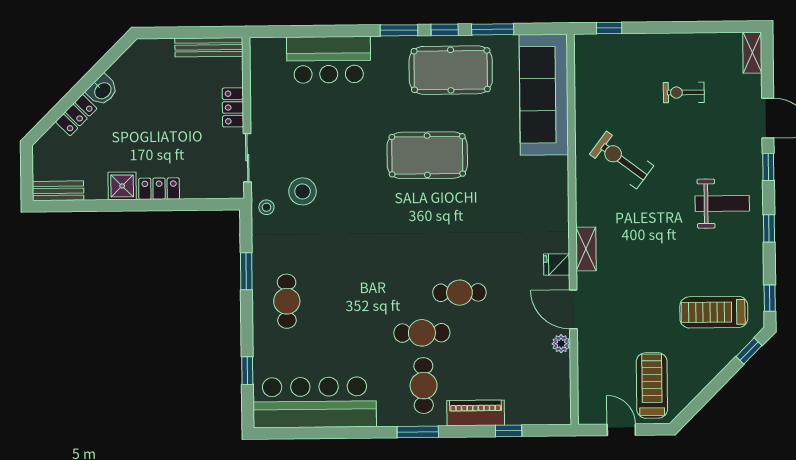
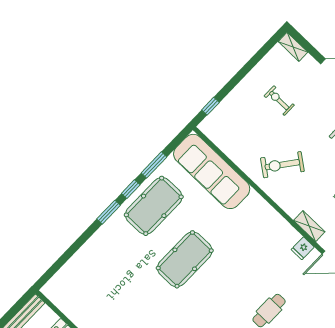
bar counter: (329, 60) -> (89, 262), removed
exercise bike: (684, 92) -> (279, 101), turned 90

